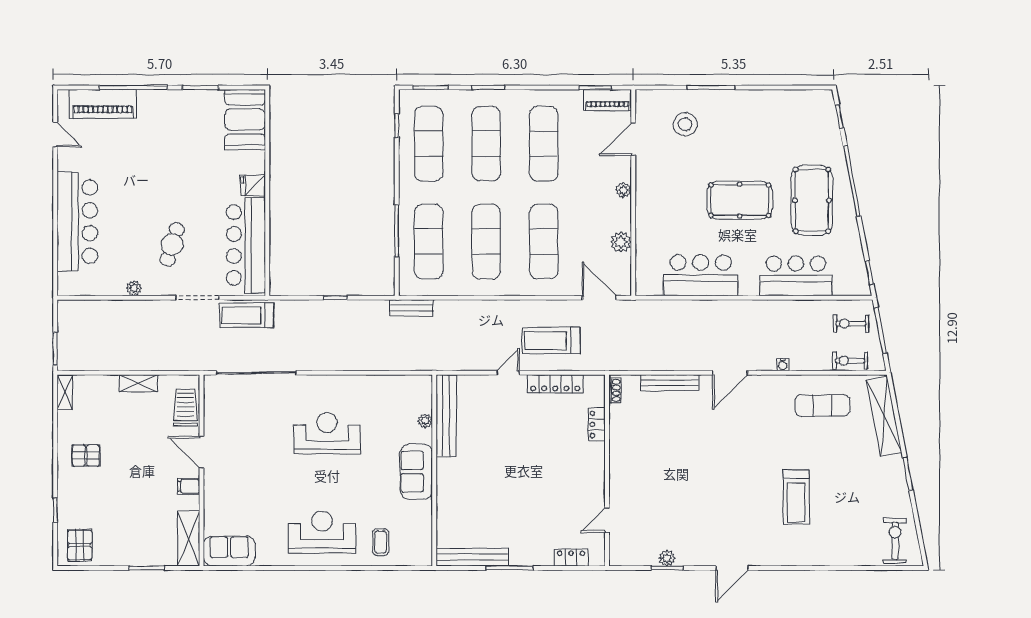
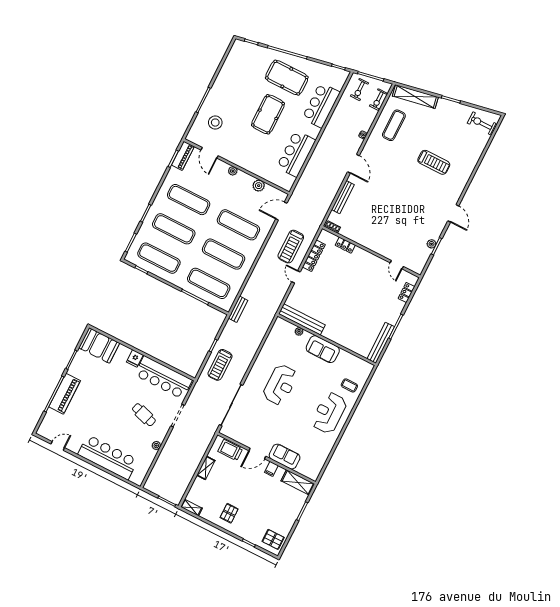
piano: (103, 104) -> (65, 394), moved
treadmill: (247, 315) -> (220, 365), moved
reception desk: (327, 433) -> (280, 385), turned 180
sofa: (229, 551) -> (285, 457), moved, turned 90

